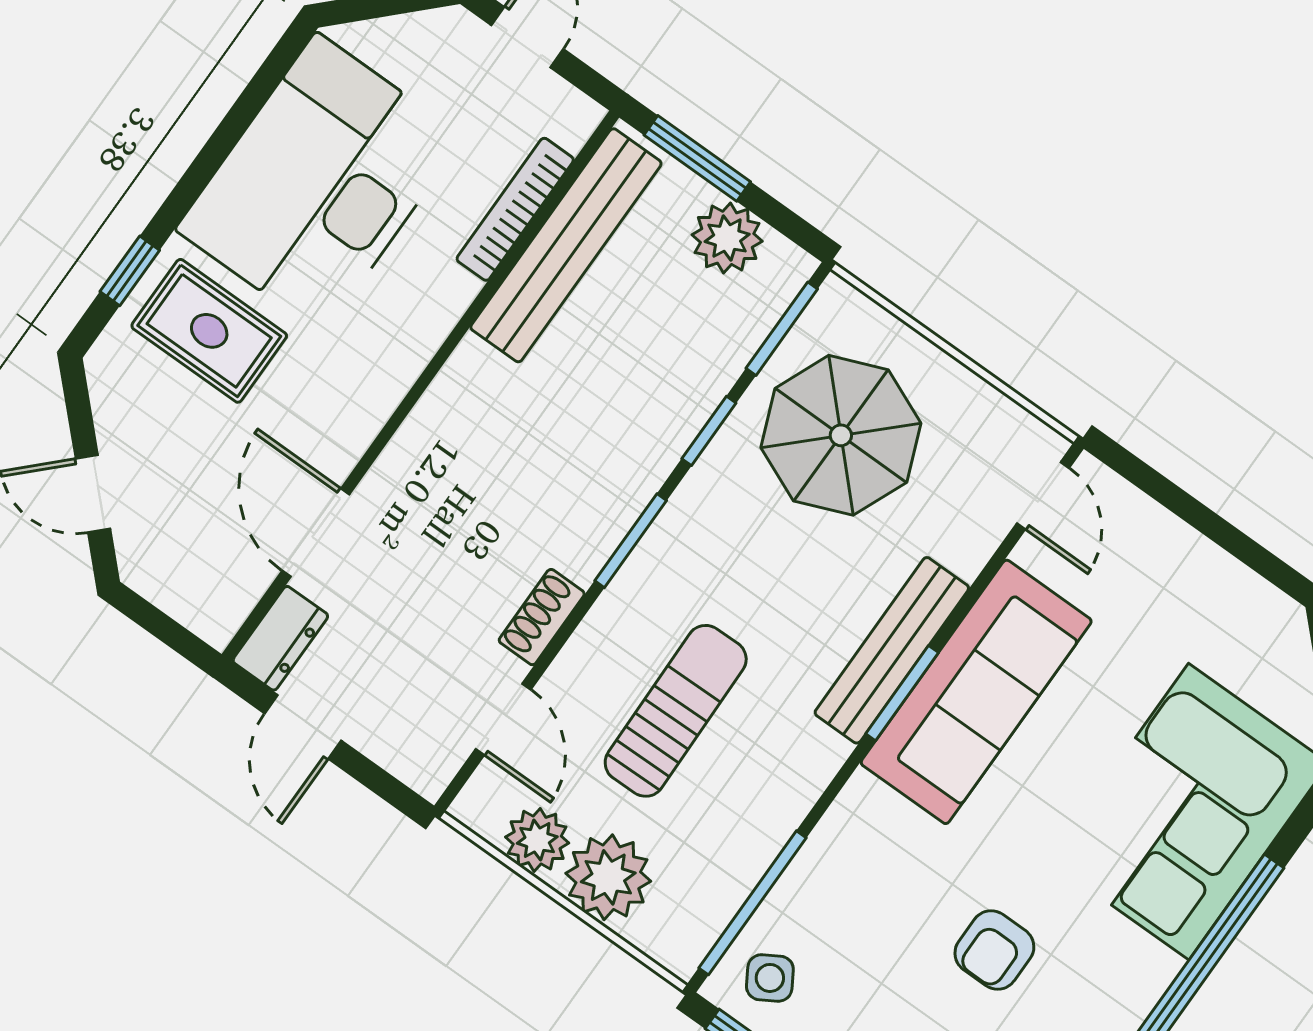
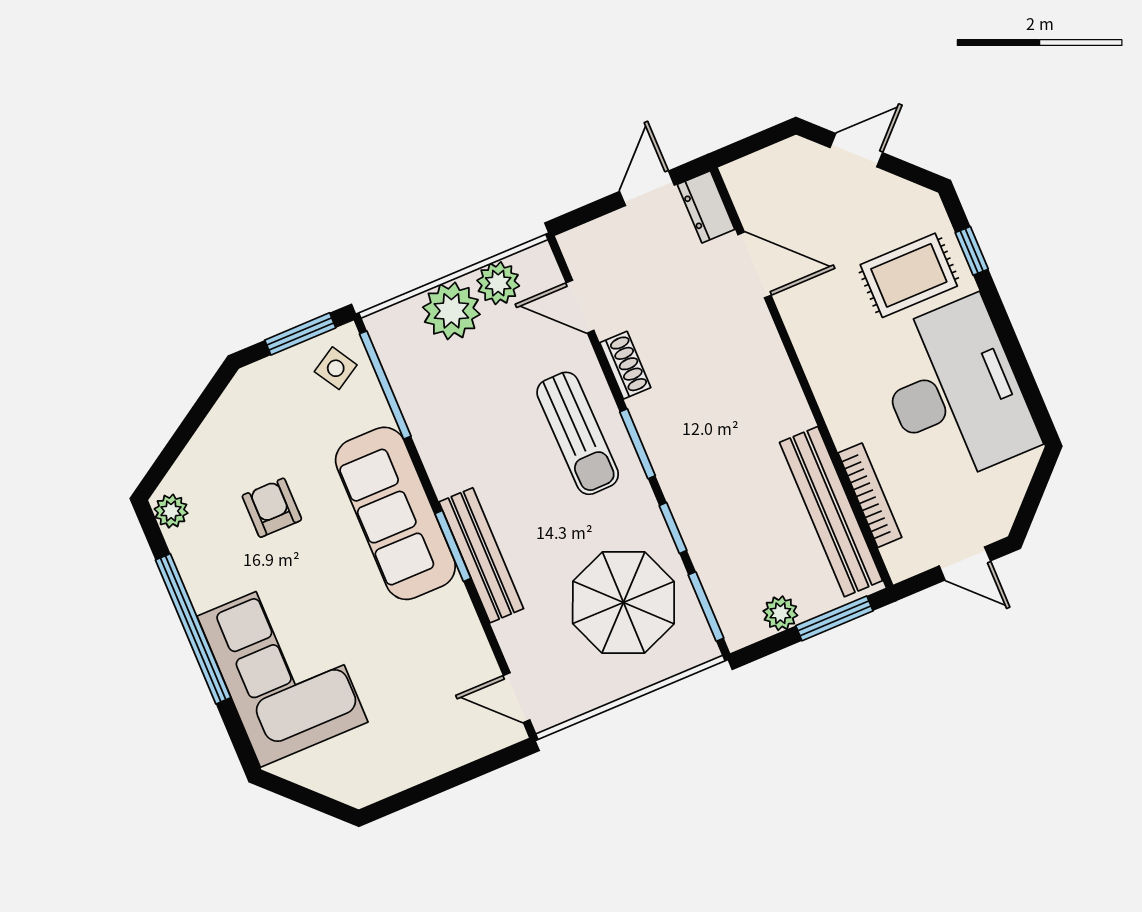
plant: (727, 238) -> (780, 613), width x0.73, depth x0.73
sofa: (976, 692) -> (395, 513), moved
sun lounger: (676, 711) -> (578, 433), moved
door: (303, 727) -> (647, 188), hinge flipped

